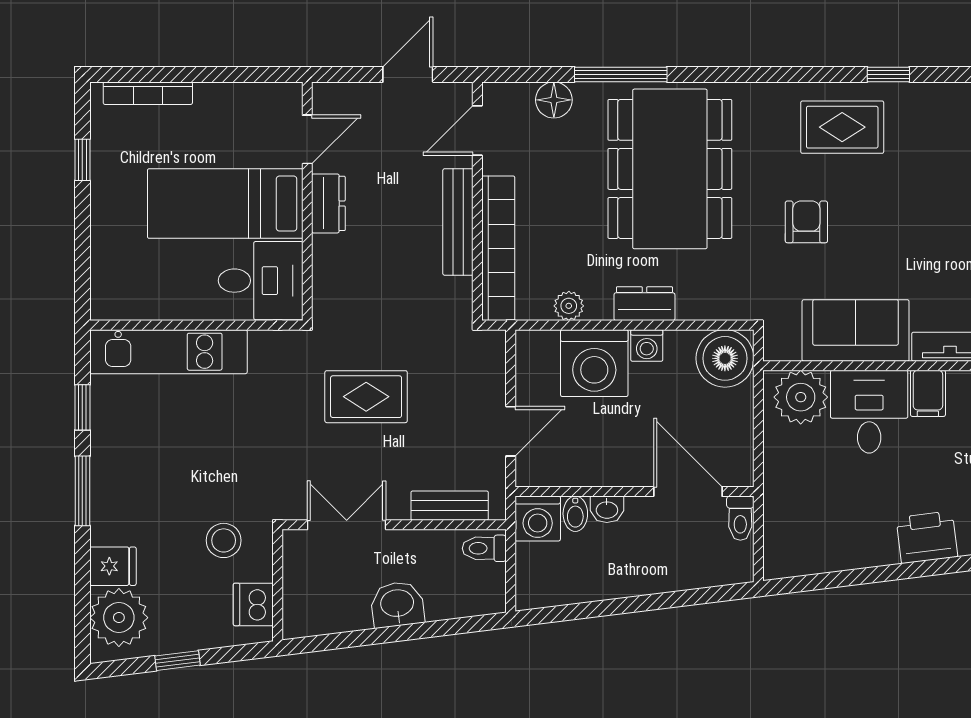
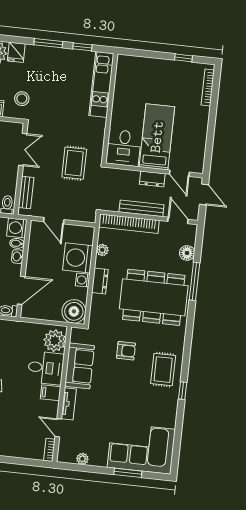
door: (307, 139) -> (179, 173), moved
wall: (307, 201) -> (154, 170), moved
dresser: (328, 203) -> (152, 179), moved
bed: (225, 204) -> (157, 137), moved
desk: (261, 281) -> (124, 148), moved

